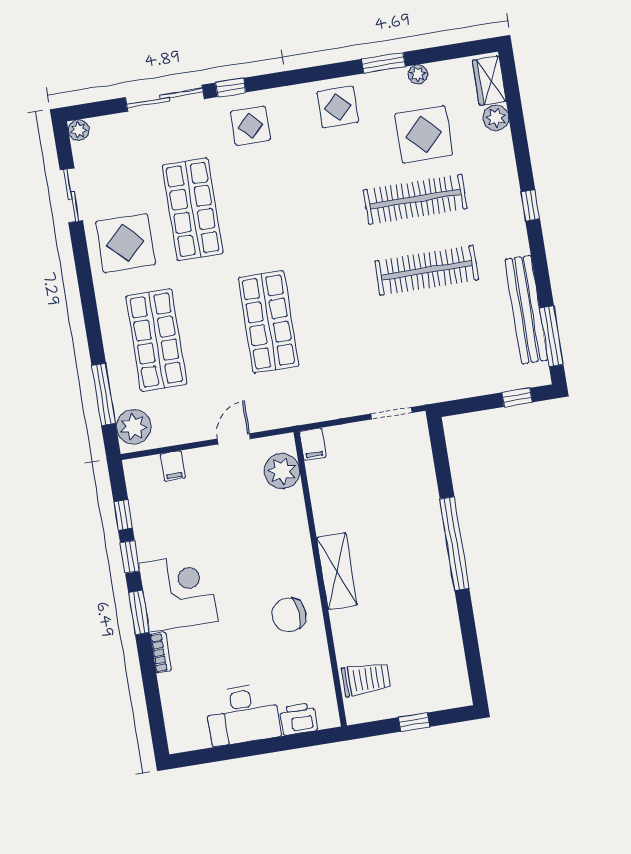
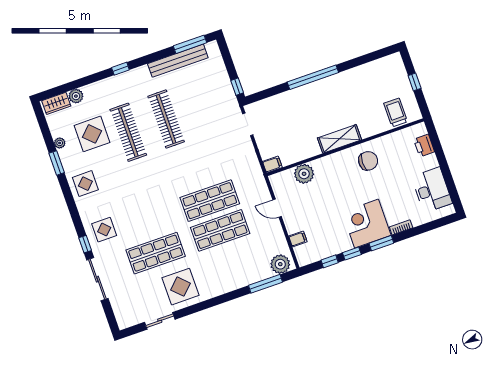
plant: (79, 130) -> (123, 323), removed
shop shelf: (156, 340) -> (220, 230), moved
window: (517, 397) -> (237, 87), moved
plant: (282, 471) -> (304, 174), moved
chair: (289, 615) -> (368, 161), turned -85
desk: (243, 714) -> (432, 190), moved

